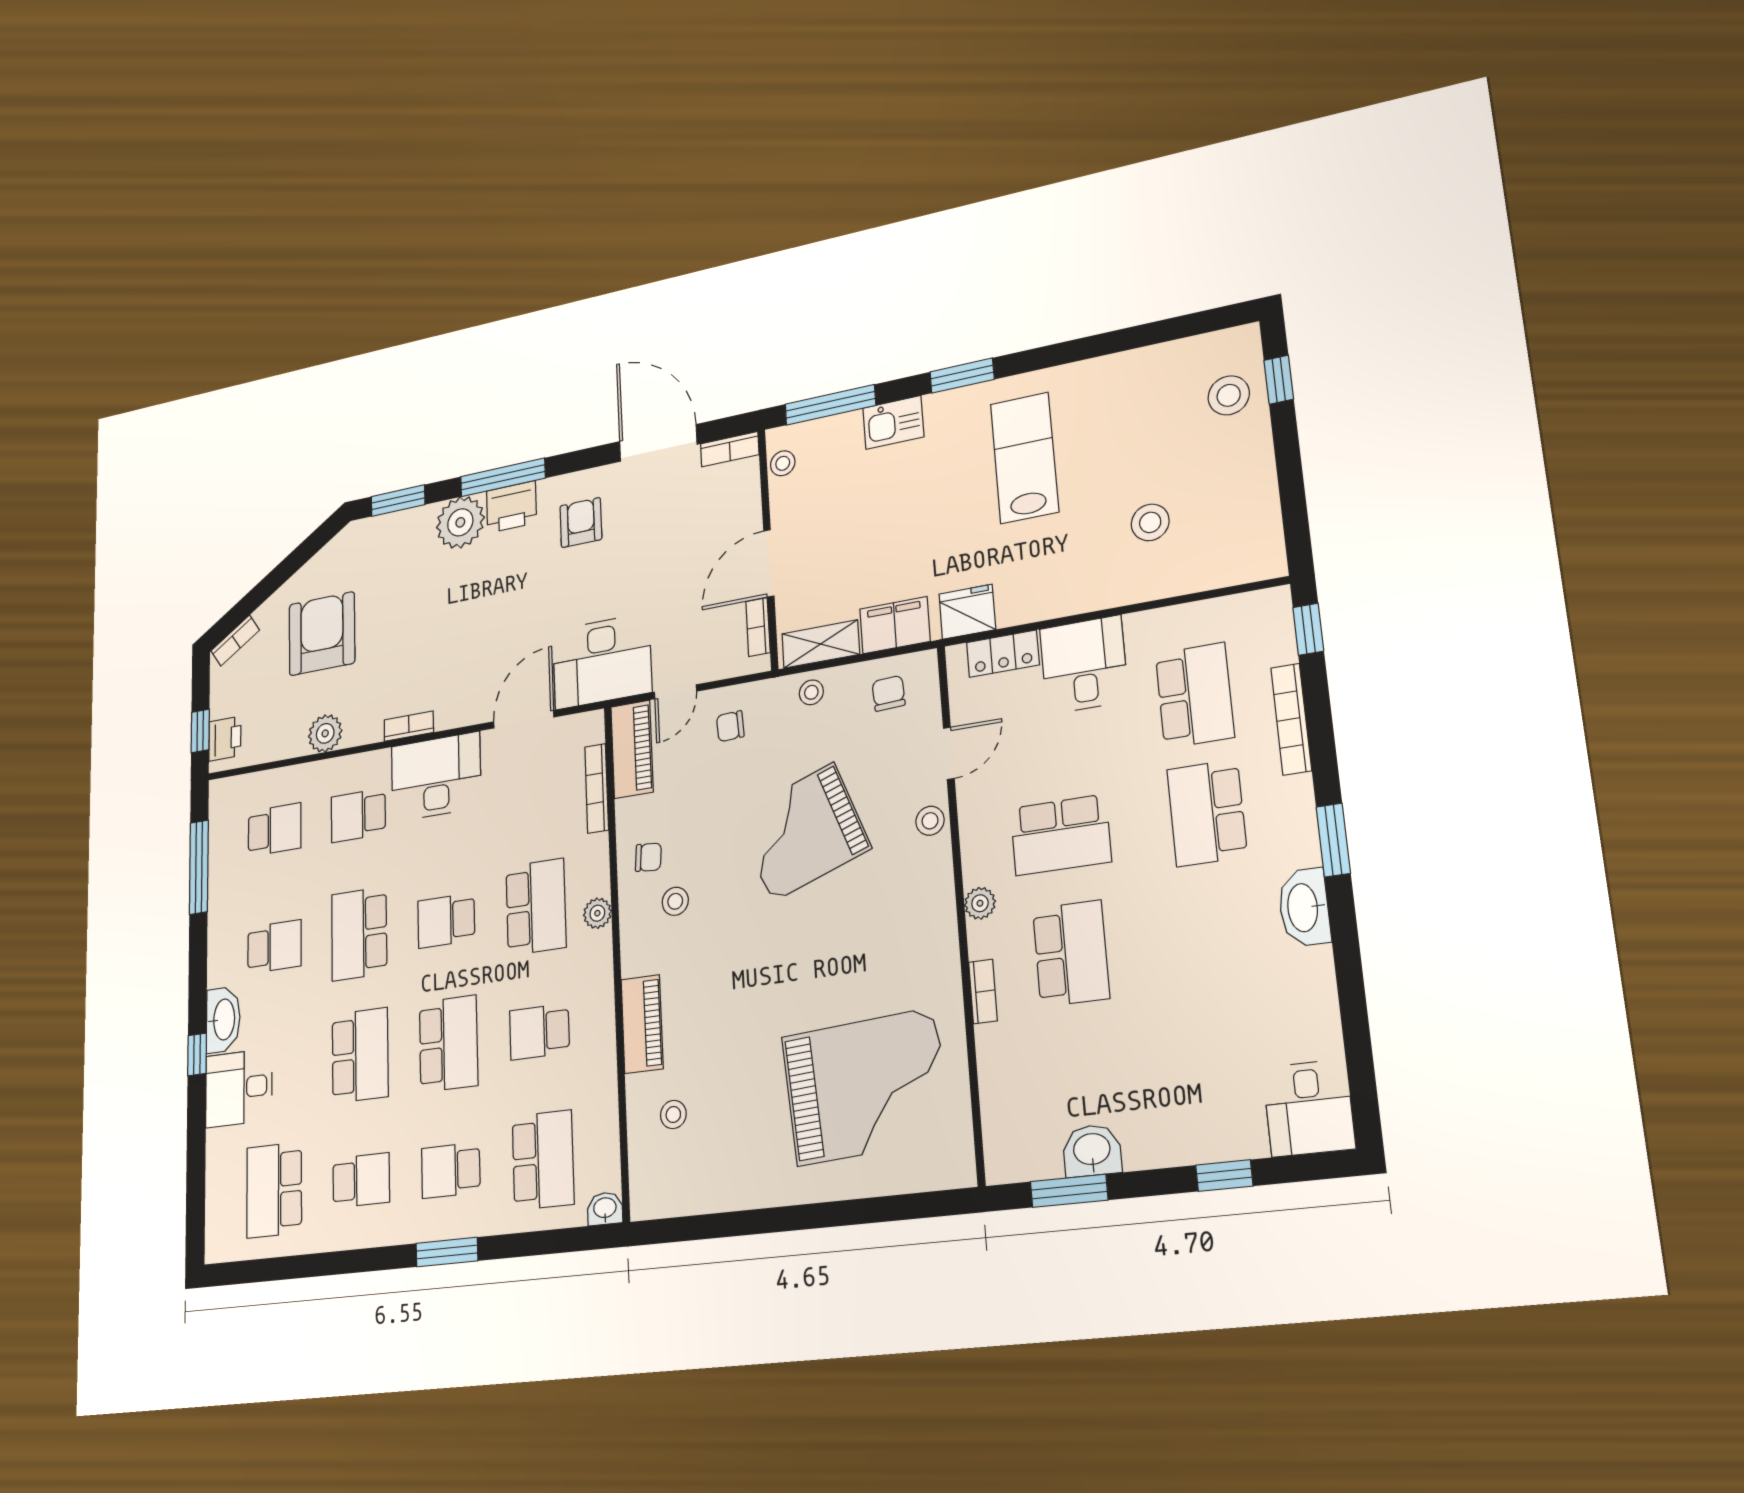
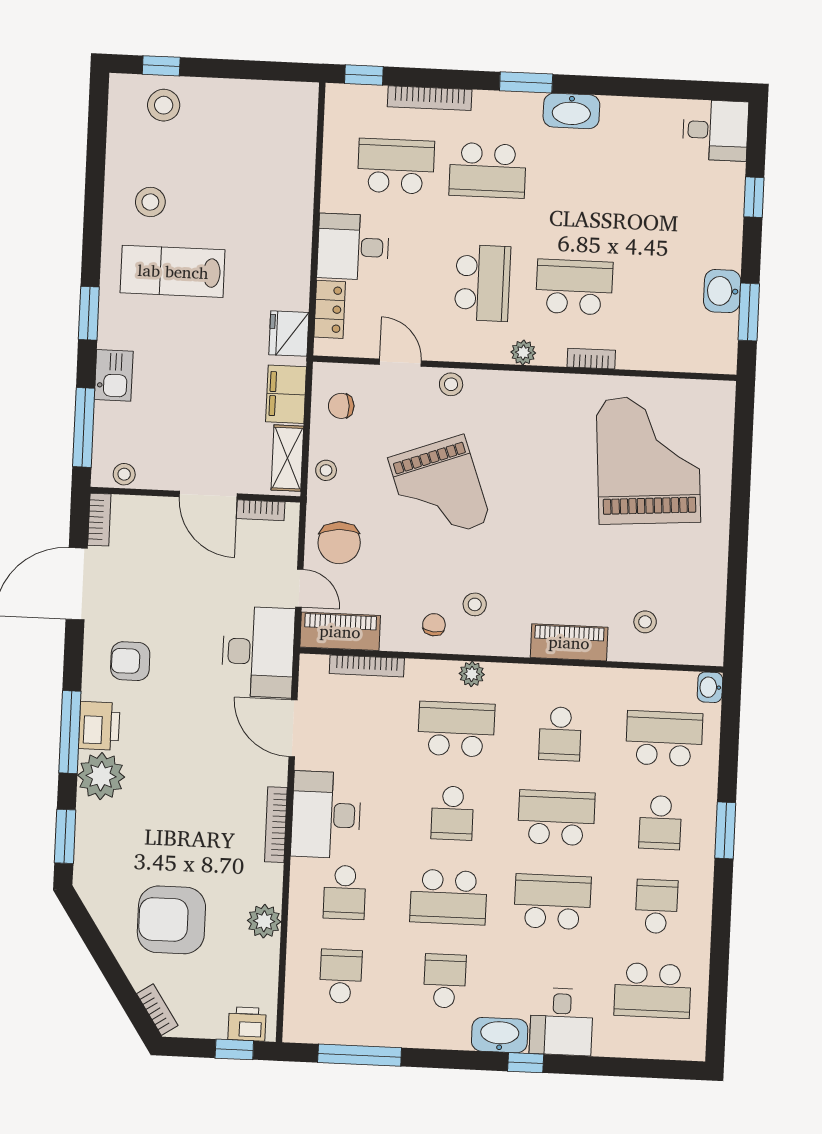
stool: (1150, 522) -> (150, 202), moved
bookcase: (409, 726) -> (276, 825), width x1.56
chair: (730, 726) -> (339, 543), width x1.87, depth x1.87

